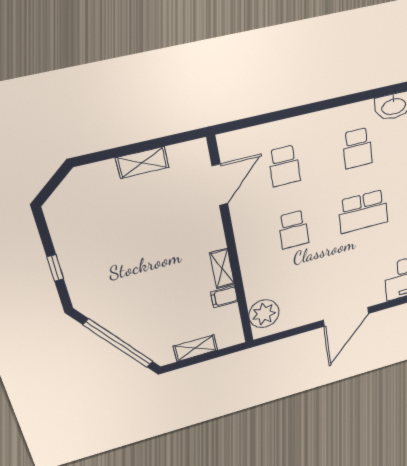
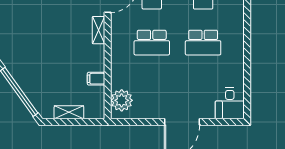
school desk: (293, 230) -> (152, 43), width x1.85
shelving: (222, 269) -> (99, 30), moved

